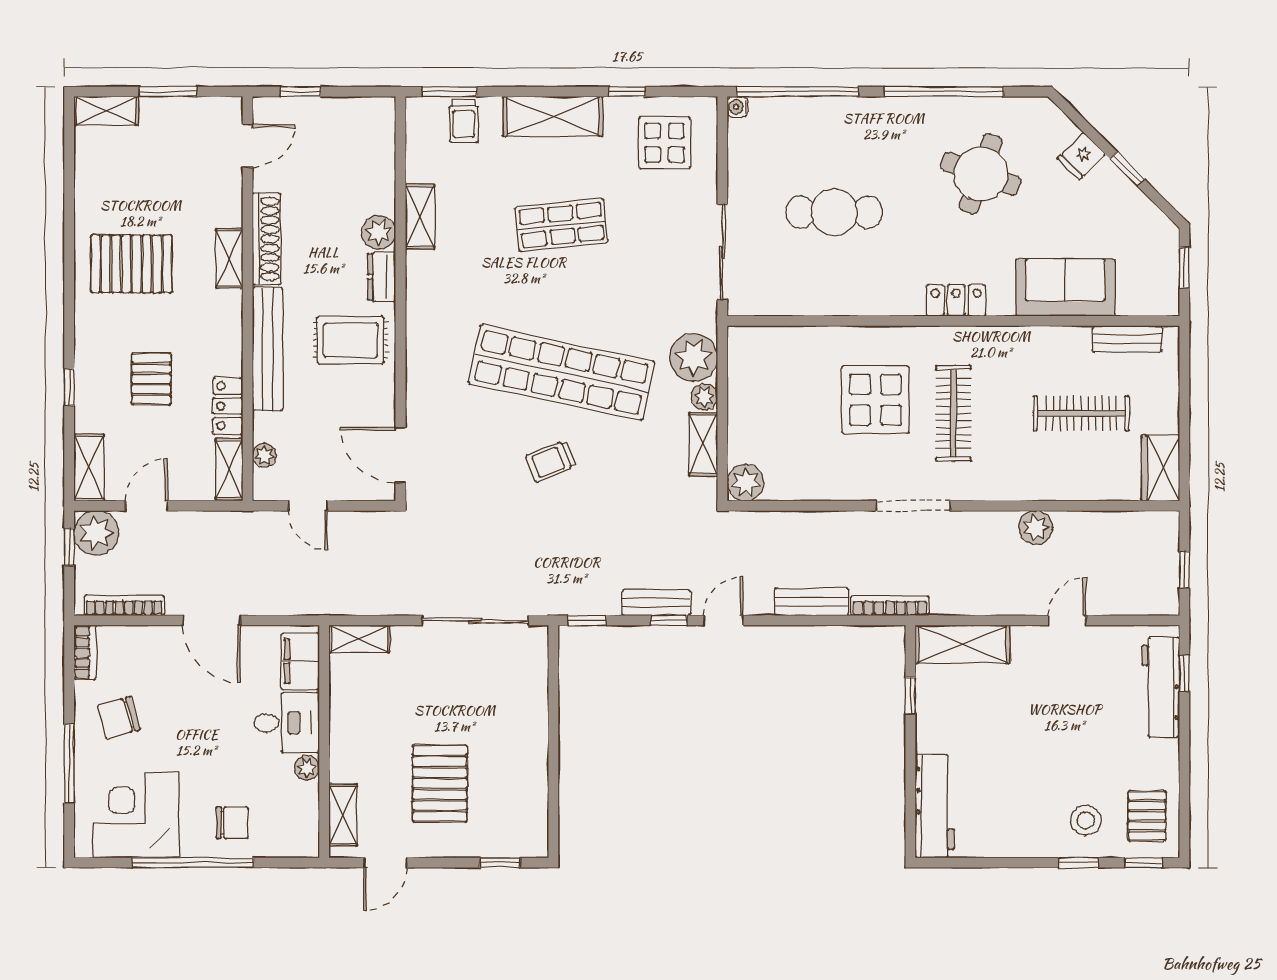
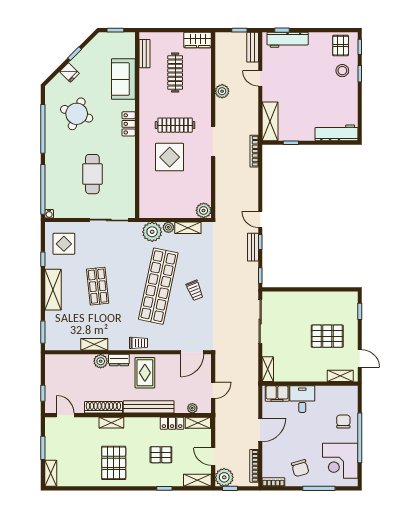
trolley: (464, 121) -> (139, 343), moved
bench: (812, 602) -> (253, 47), moved
plant: (307, 768) -> (321, 391), removed
pallet: (1147, 816) -> (341, 46), turned 90

